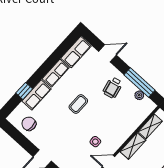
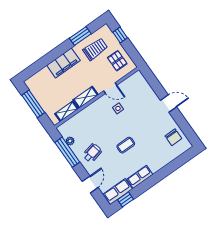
door: (107, 53) -> (90, 184), swing flipped
window: (24, 91) -> (126, 199), moved
row of seats: (37, 95) -> (161, 161), removed

